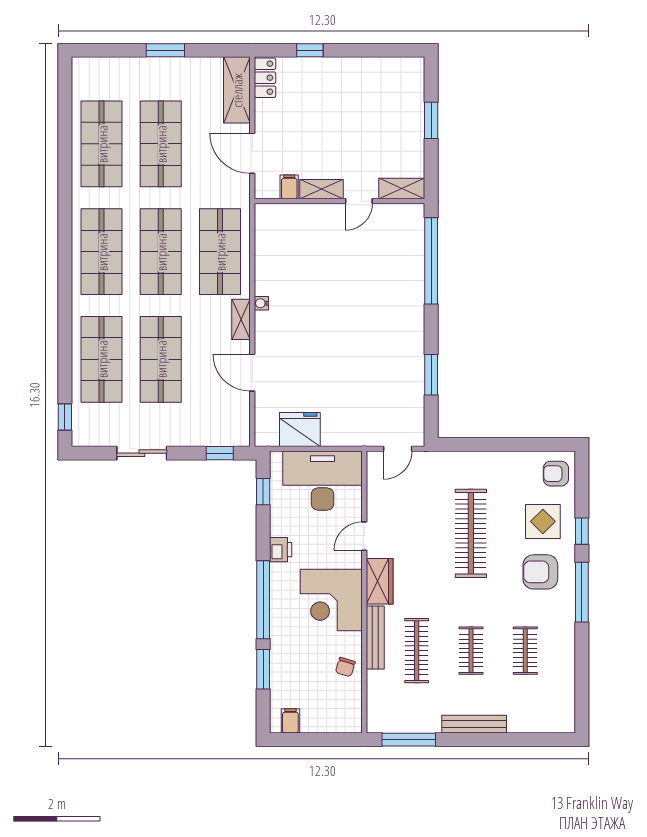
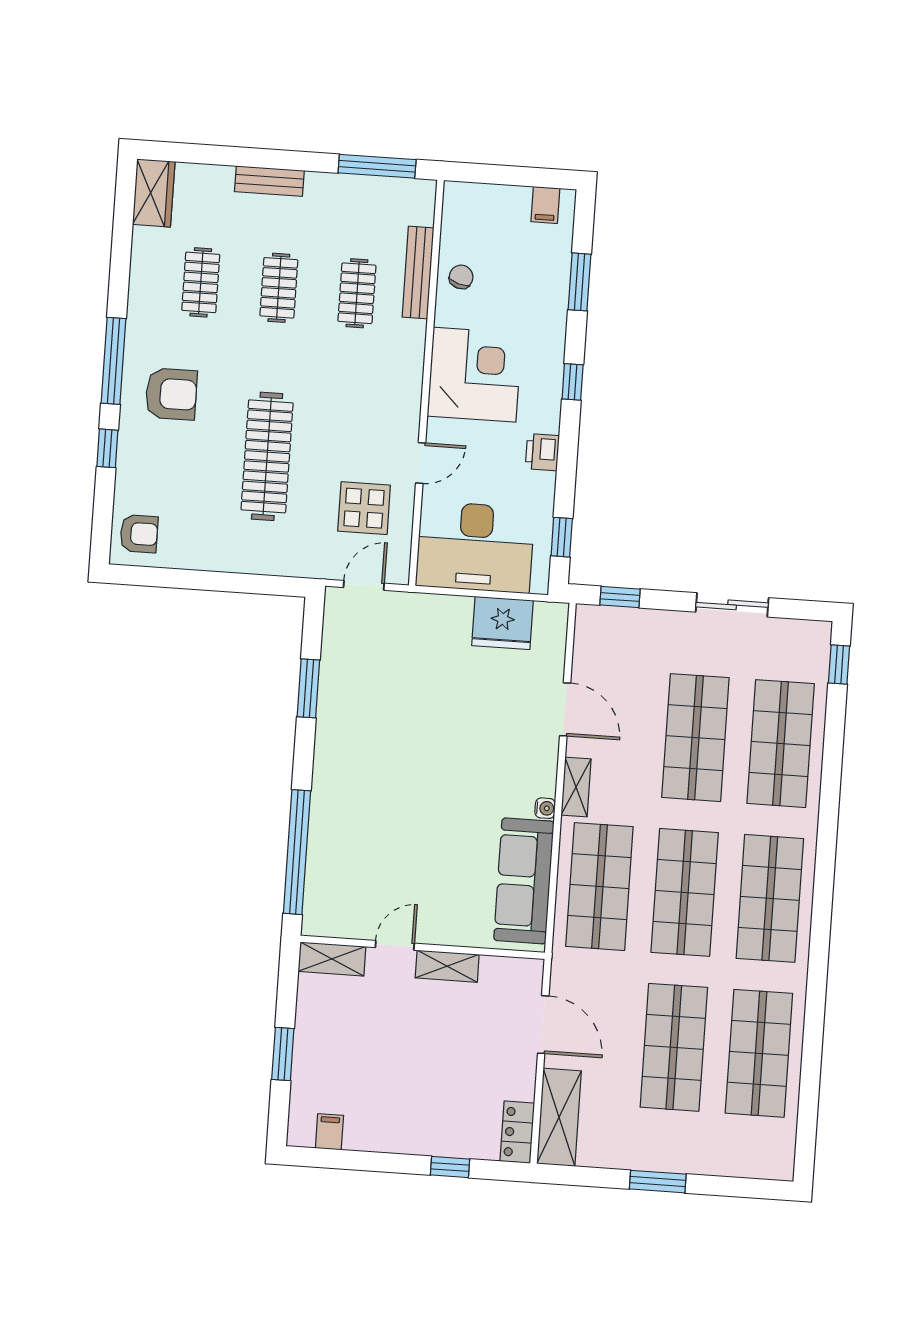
filing cabinet: (289, 187) -> (329, 1132), moved, turned 180
sofa: (273, 252) -> (524, 881), added
display table: (543, 521) -> (364, 508), moved
wardrobe: (380, 581) -> (154, 193), moved, turned 180
window: (263, 600) -> (573, 382), width x0.32
bench: (375, 637) -> (418, 272), moved
clothes rail: (417, 651) -> (357, 293), width x0.73
bench: (474, 724) -> (269, 181), width x0.73

